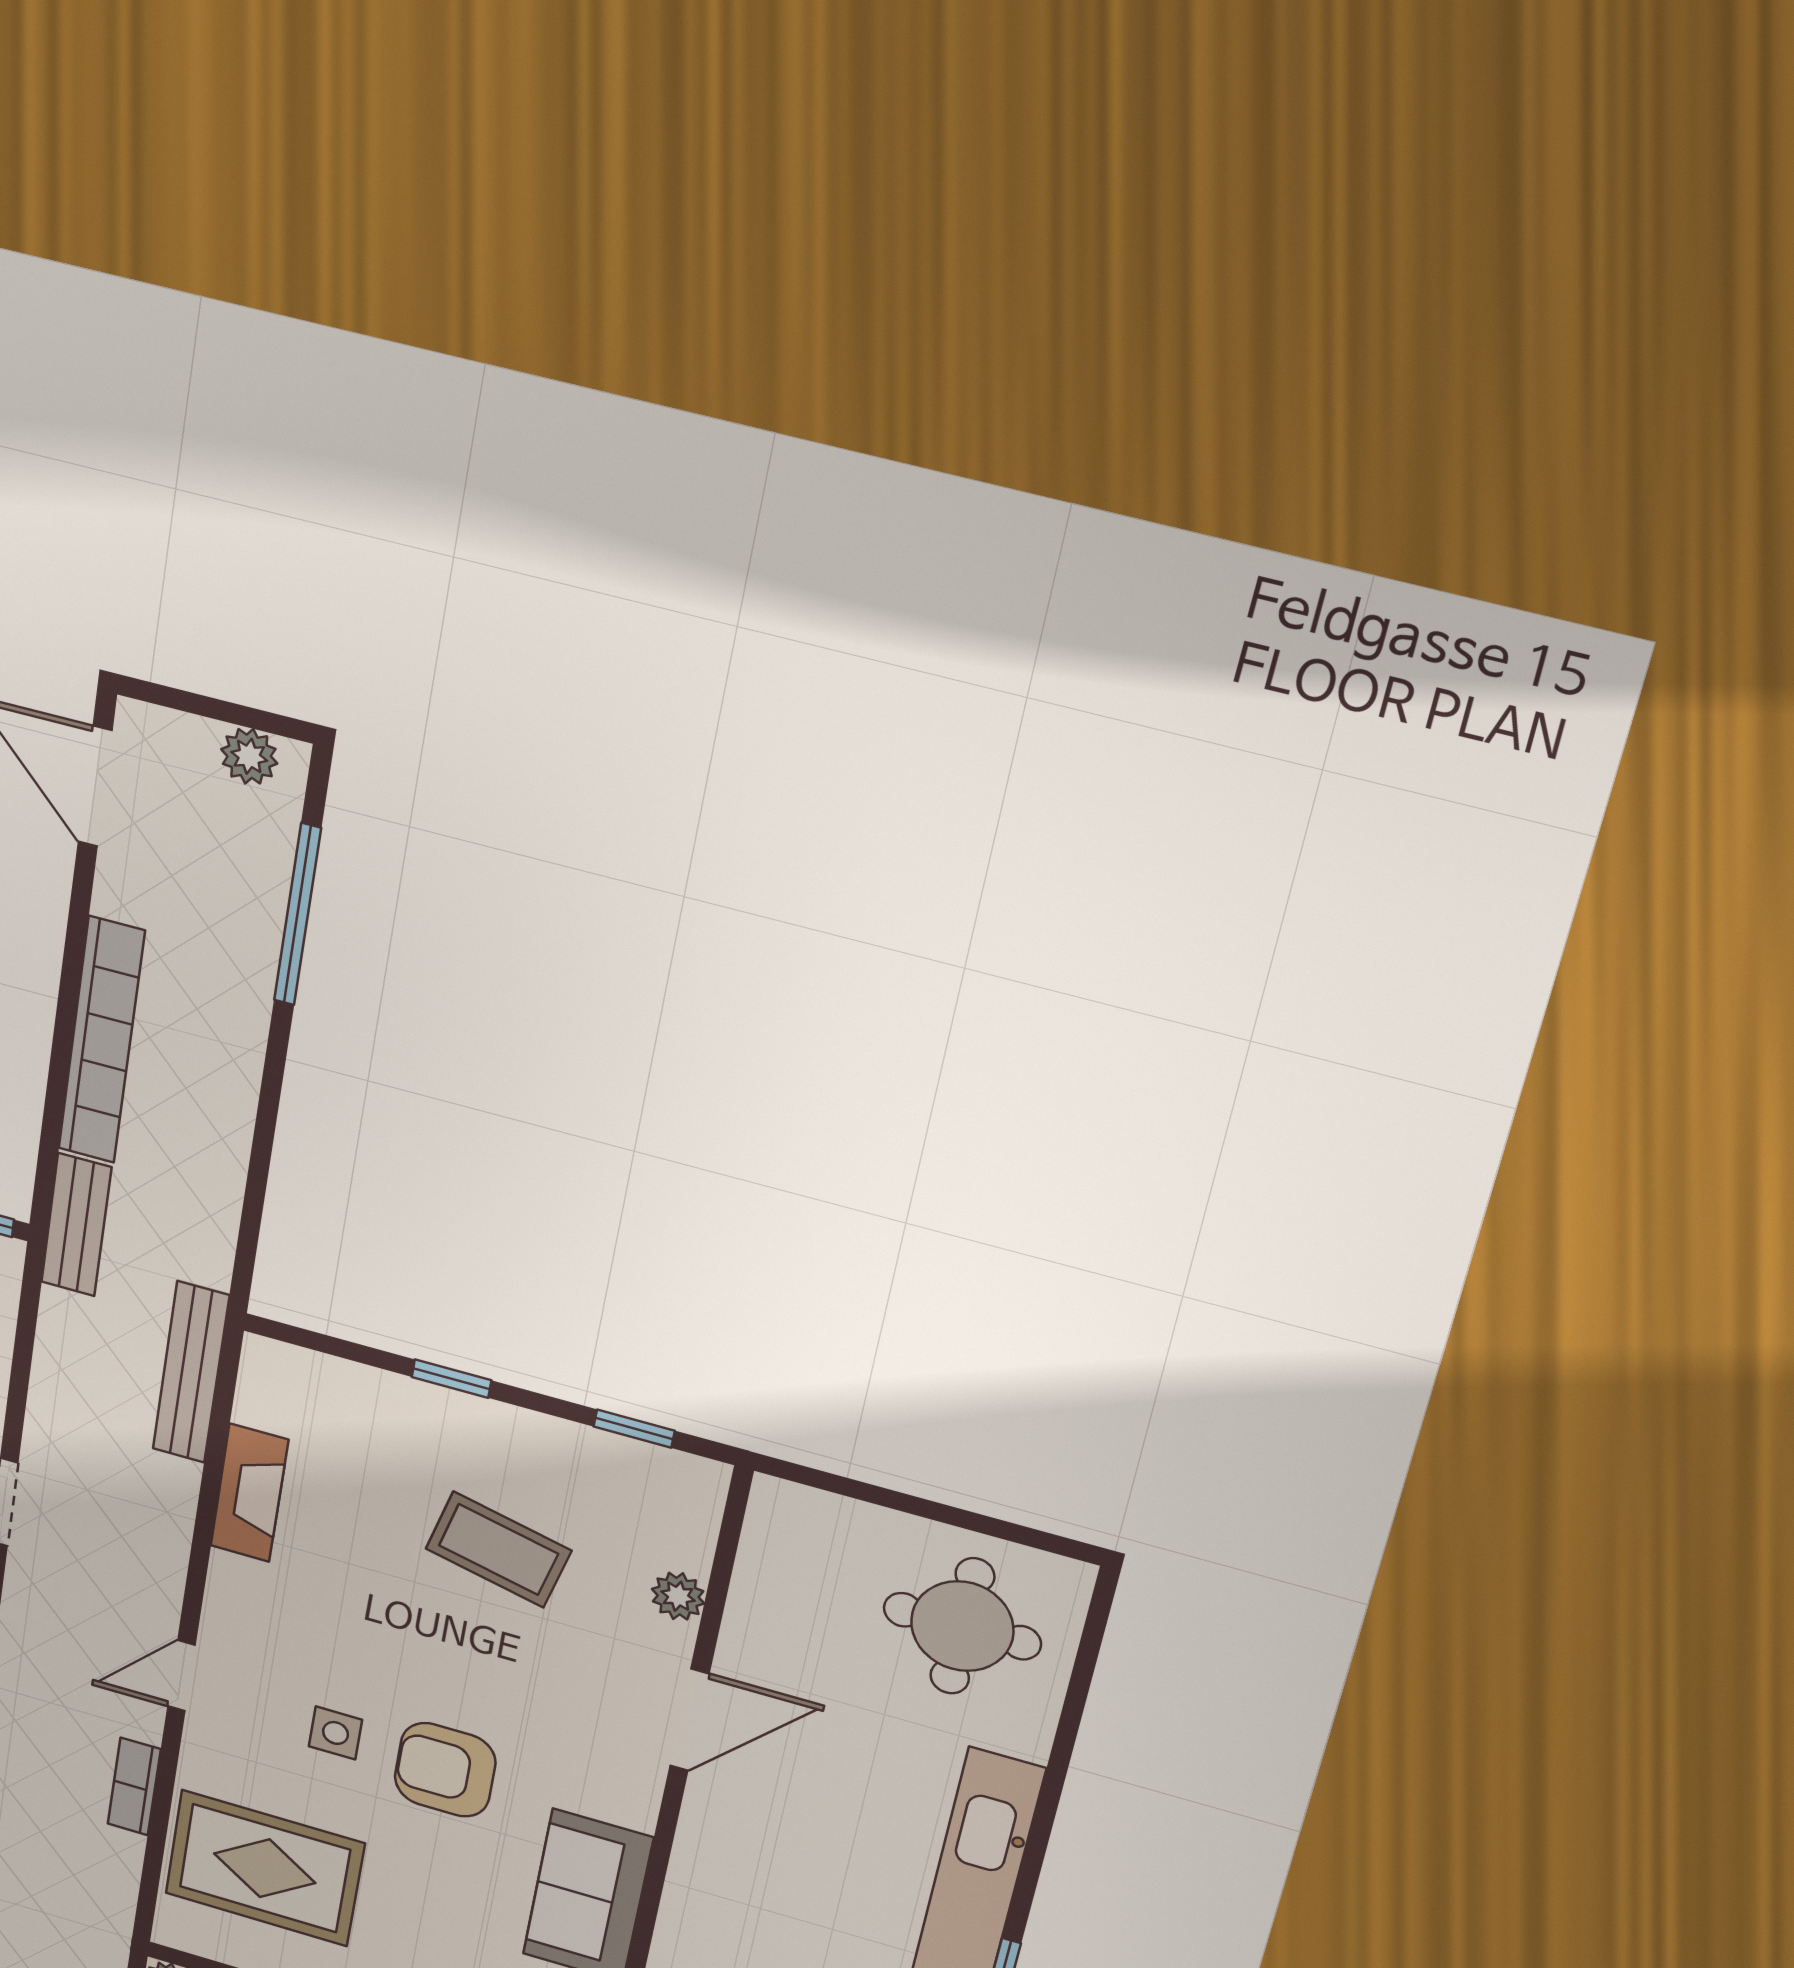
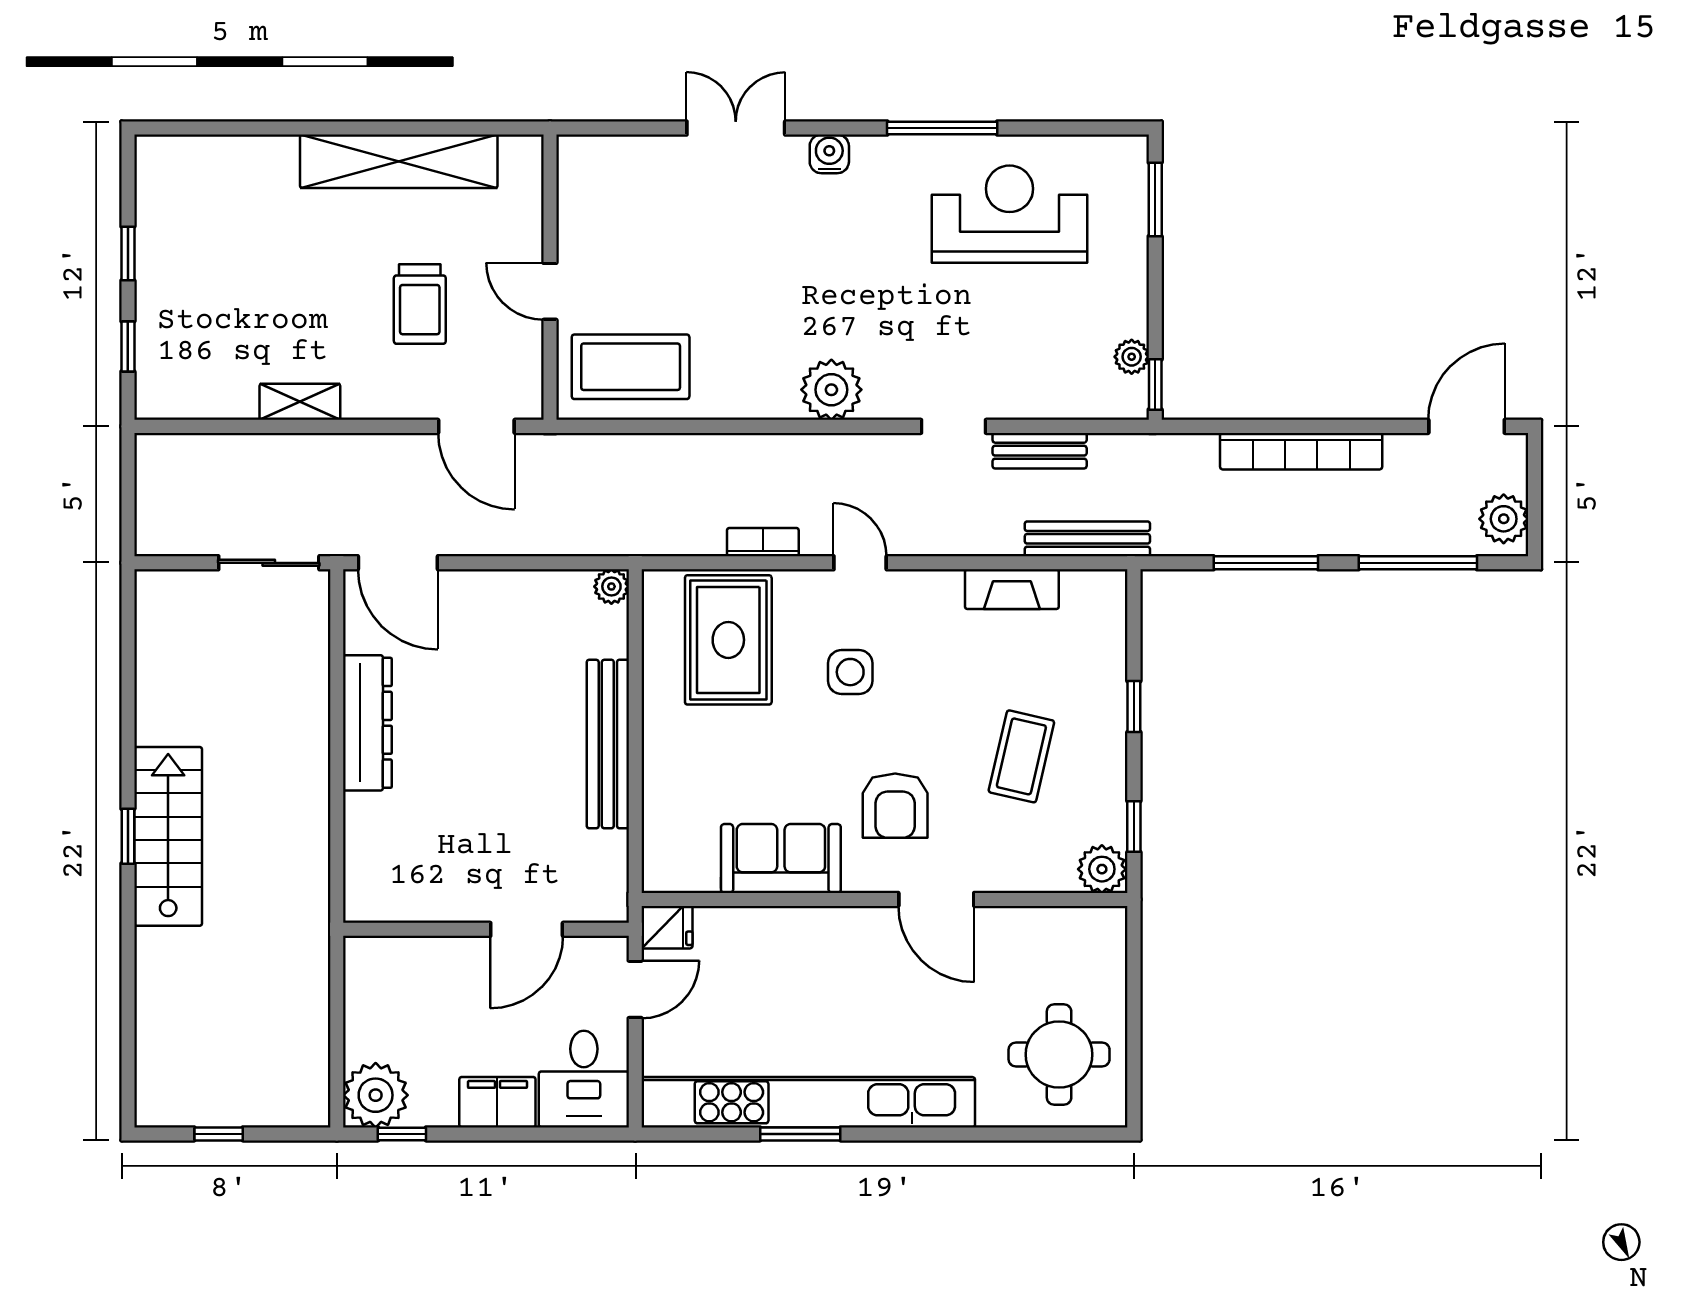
plant: (249, 756) -> (1504, 519), width x1.38, depth x1.38
window: (264, 1136) -> (1266, 563), added
bench: (76, 1225) -> (1040, 451), moved
plant: (678, 1596) -> (1102, 869), moved, width x1.38, depth x1.38
side table: (336, 1733) -> (850, 672), width x1.37, depth x1.37
armchair: (445, 1770) -> (895, 806), moved, turned 180

